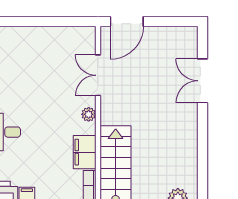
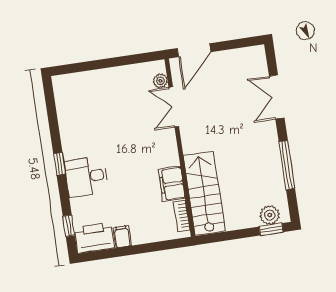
plant: (89, 114) -> (160, 81), moved
window: (203, 151) -> (287, 165), added

